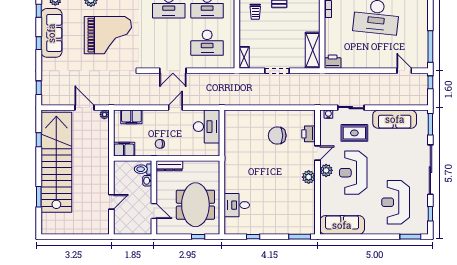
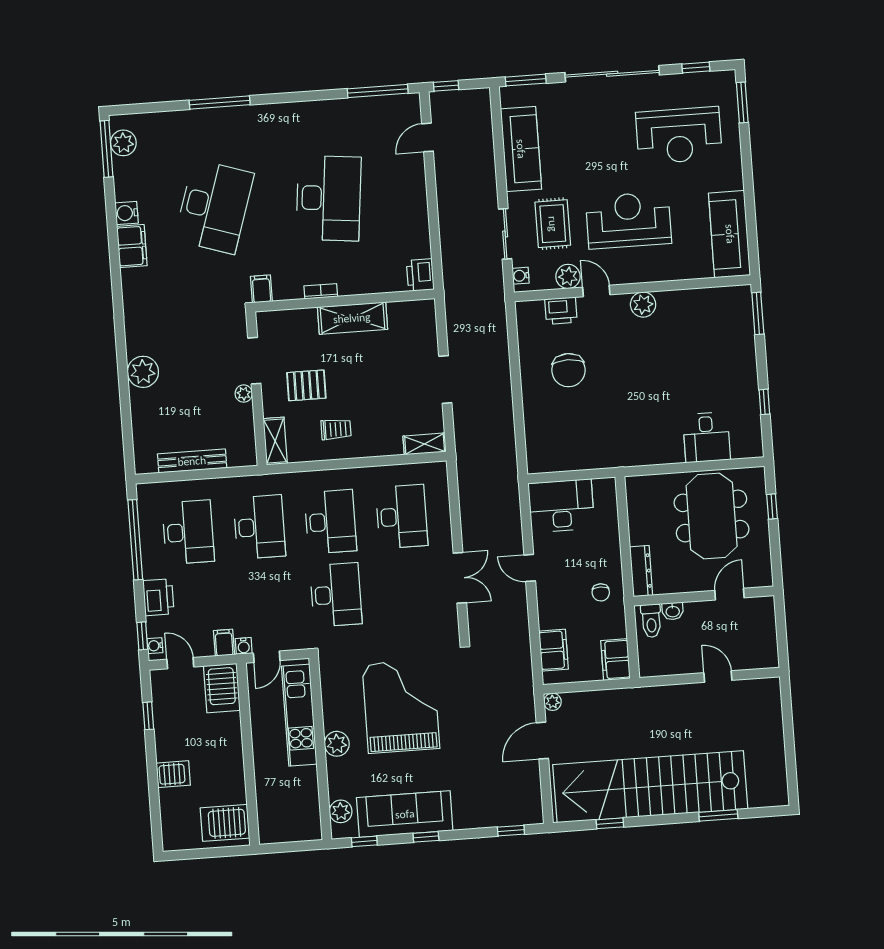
shelving: (313, 50) -> (352, 318), moved
plant: (326, 170) -> (568, 276), moved
reception desk: (353, 173) -> (629, 220), turned 180
meeting table: (195, 205) -> (712, 516), turned 90

